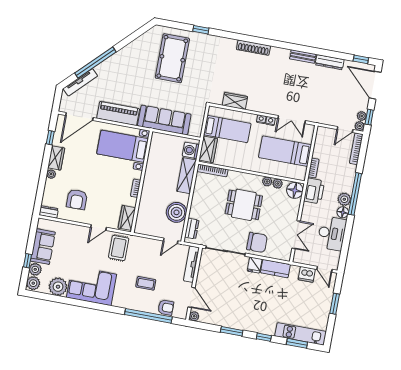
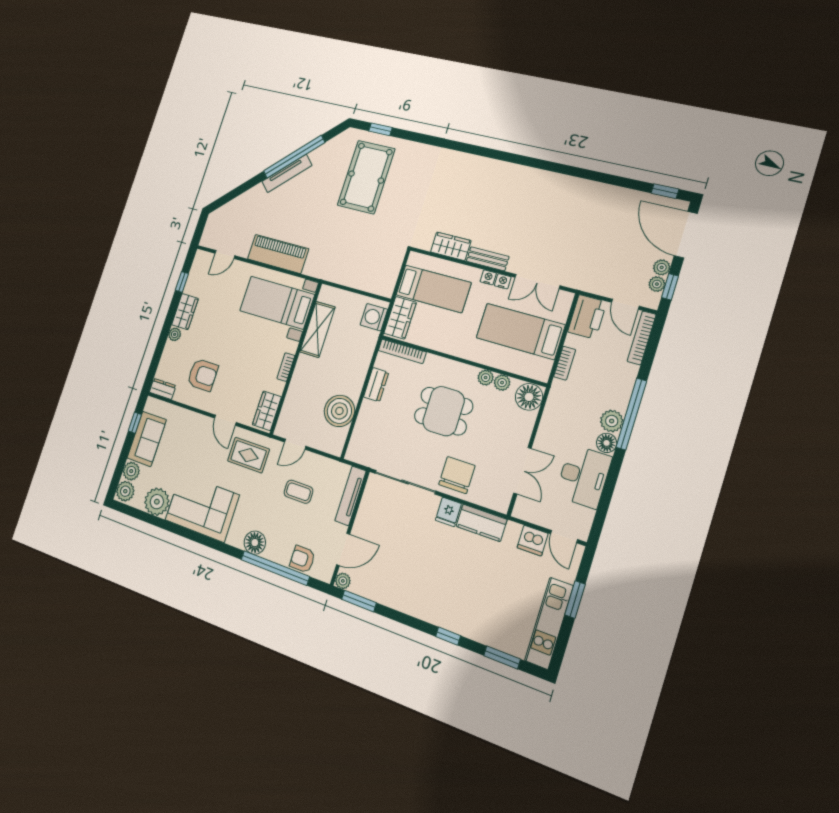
window: (201, 30) -> (380, 129), moved
shoe rack: (253, 48) -> (490, 166), removed
bench: (303, 57) -> (488, 259), moved
dresser: (330, 62) -> (611, 193), removed
window: (95, 63) -> (294, 157), moved
tv unit: (80, 82) -> (287, 173), moved
door: (79, 116) -> (225, 254), width x0.53
sofa: (164, 120) -> (342, 268), removed
plant: (360, 126) -> (662, 267), moved
door: (345, 129) -> (625, 304), hinge flipped
shelving: (186, 176) -> (317, 329), moved
printer: (314, 191) -> (587, 317), moved
armchair: (77, 199) -> (203, 375), turned -90
door: (98, 227) -> (225, 420), hinge flipped
dresser: (192, 229) -> (376, 385), moved
door: (171, 241) -> (295, 444), moved
chair: (257, 242) -> (457, 475), turned -90
rug: (119, 248) -> (248, 455), turned 90
window: (27, 261) -> (135, 423), moved
coffee table: (146, 283) -> (298, 492), moved
door: (191, 297) -> (343, 549), hinge flipped
floor lamp: (132, 302) -> (255, 543), added
armchair: (166, 307) -> (302, 559), turned 180
window: (232, 331) -> (359, 601), moved
kitchen unit: (301, 334) -> (549, 623), moved, turned -90

